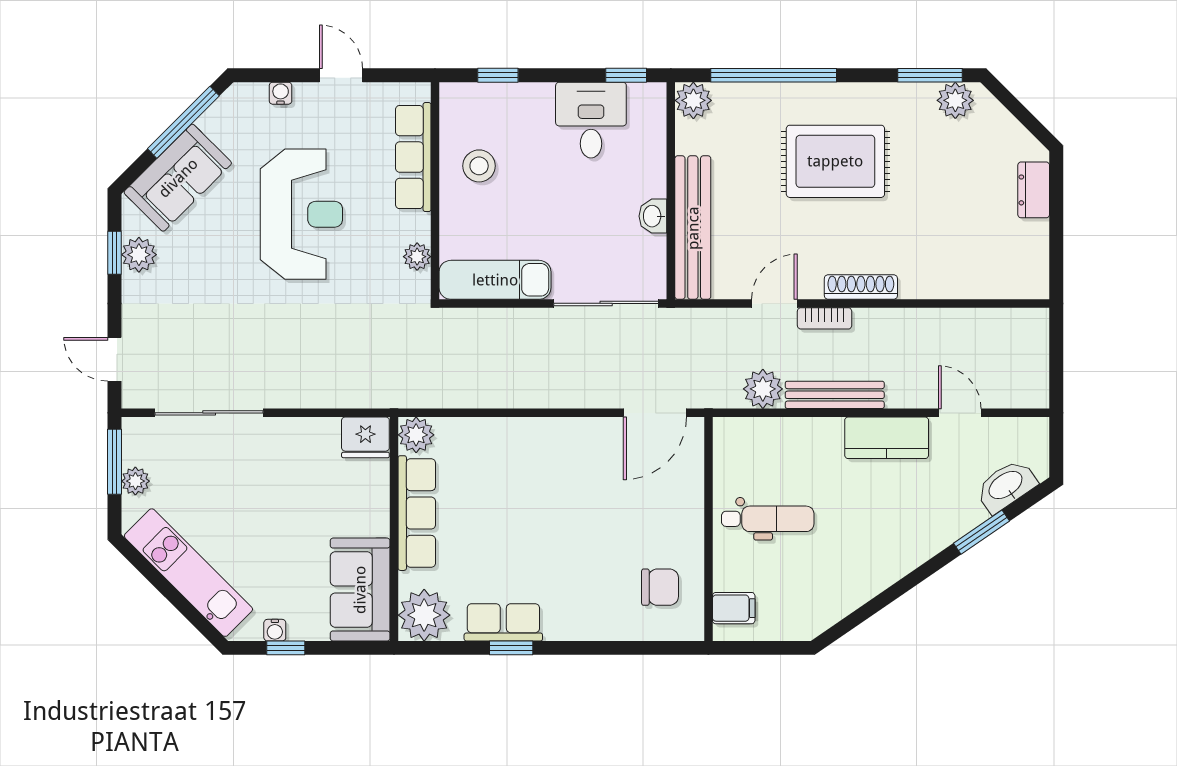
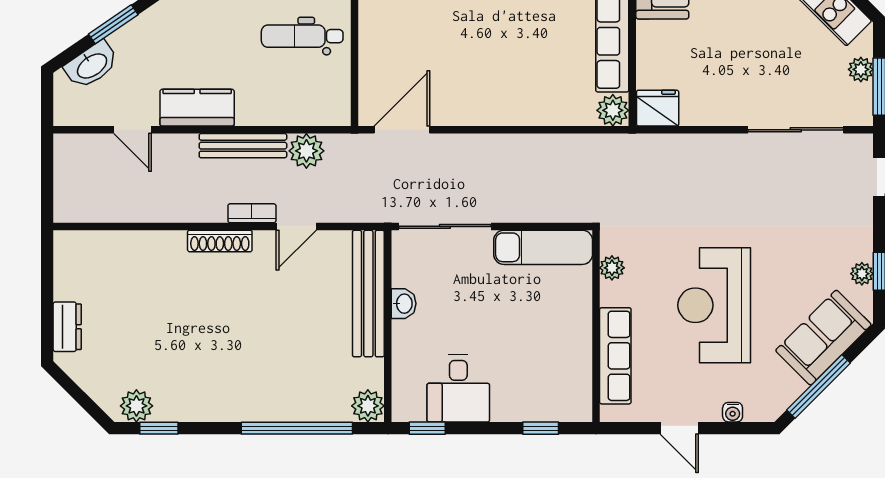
window: (930, 75) -> (159, 428), width x0.67
rug: (835, 161) -> (242, 352), removed
stool: (479, 166) -> (557, 348), removed
plant: (139, 255) -> (862, 274), width x0.73, depth x0.73

